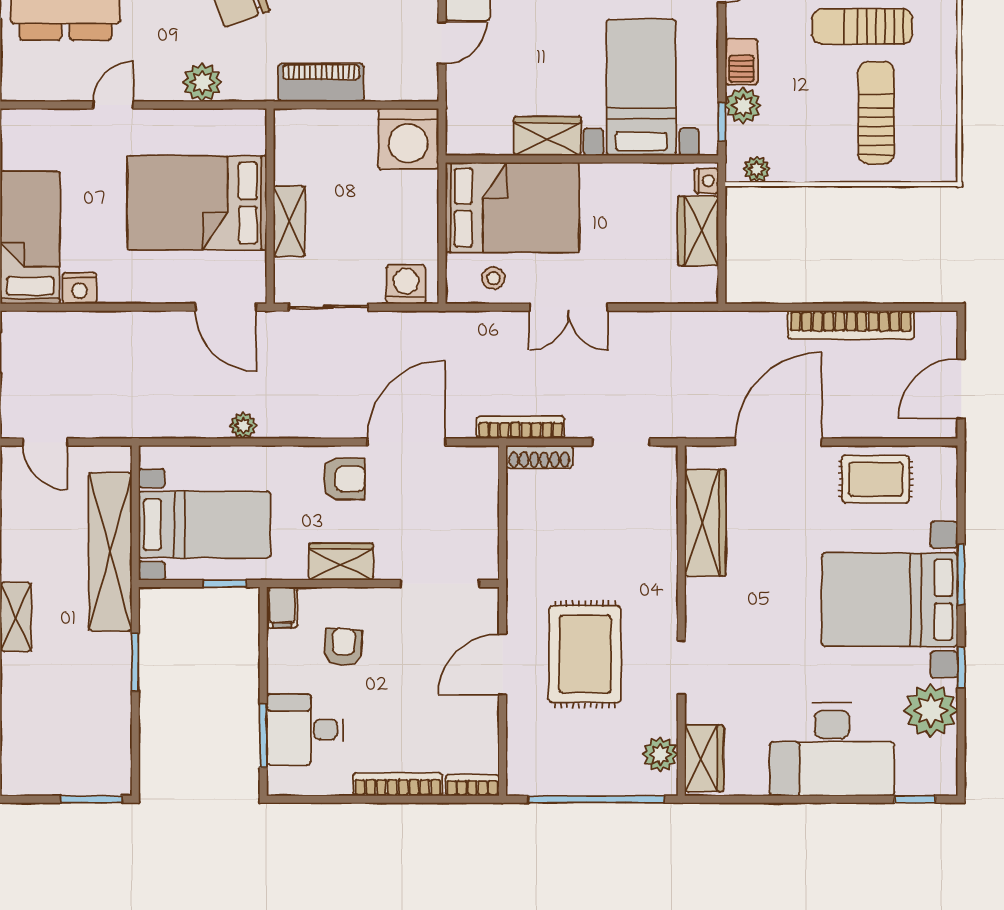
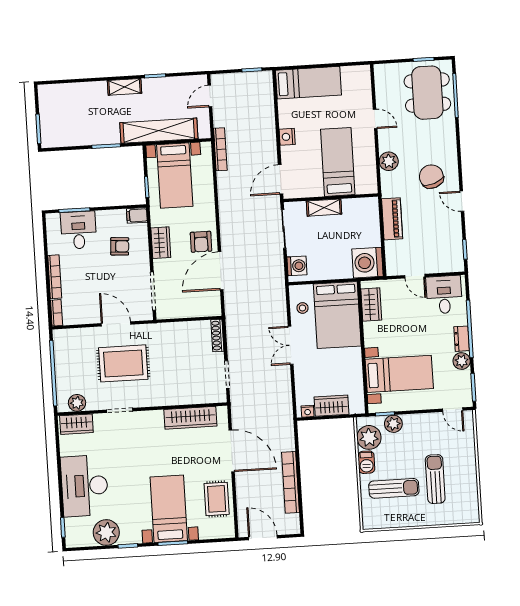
barbecue: (741, 62) -> (366, 462), moved, turned -90
wardrobe: (547, 136) -> (371, 304), moved
plant: (757, 169) -> (369, 437), width x1.87, depth x1.87
nightstand: (706, 181) -> (308, 411), moved
bed: (197, 203) -> (338, 162), width x0.67
nightstand: (80, 288) -> (287, 137), moved
plant: (243, 425) -> (224, 191), removed
bookcase: (520, 427) -> (220, 149), moved
door: (406, 442) -> (221, 271), swing flipped
bed with nightstands: (890, 600) -> (169, 509), width x0.73

